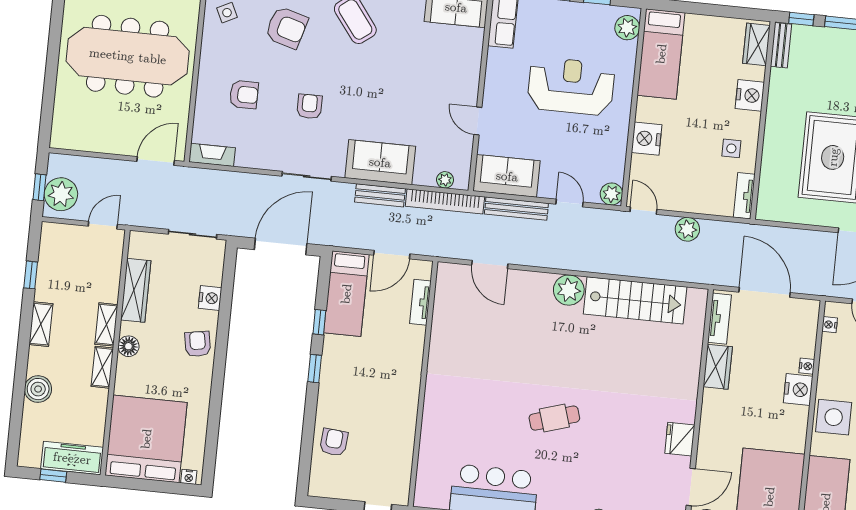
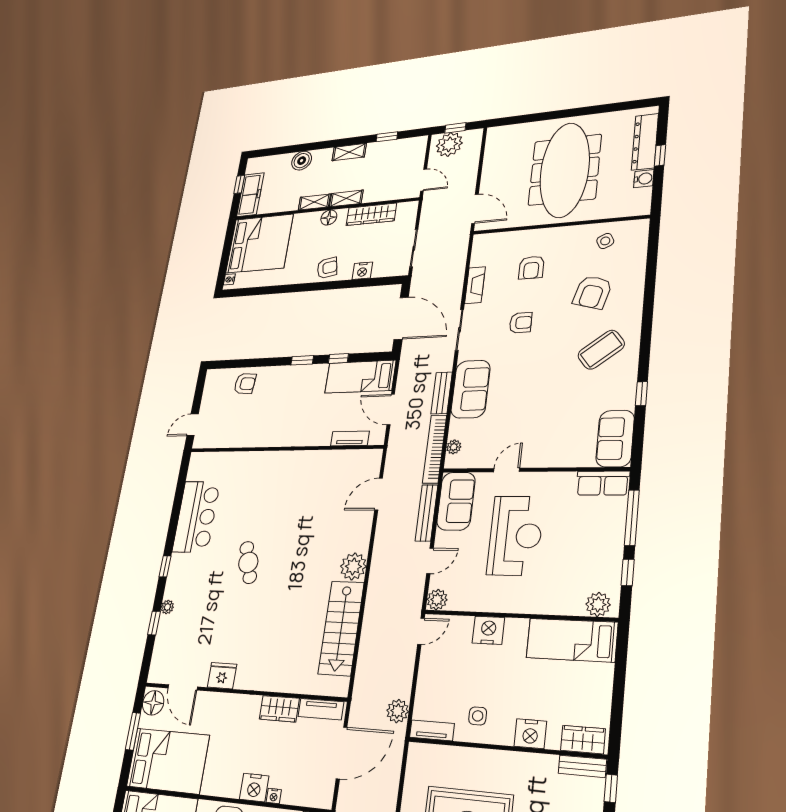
reception desk: (571, 86) -> (515, 536), moved
fireplace: (212, 155) -> (475, 285), moved
plant: (687, 229) -> (398, 711), moved

